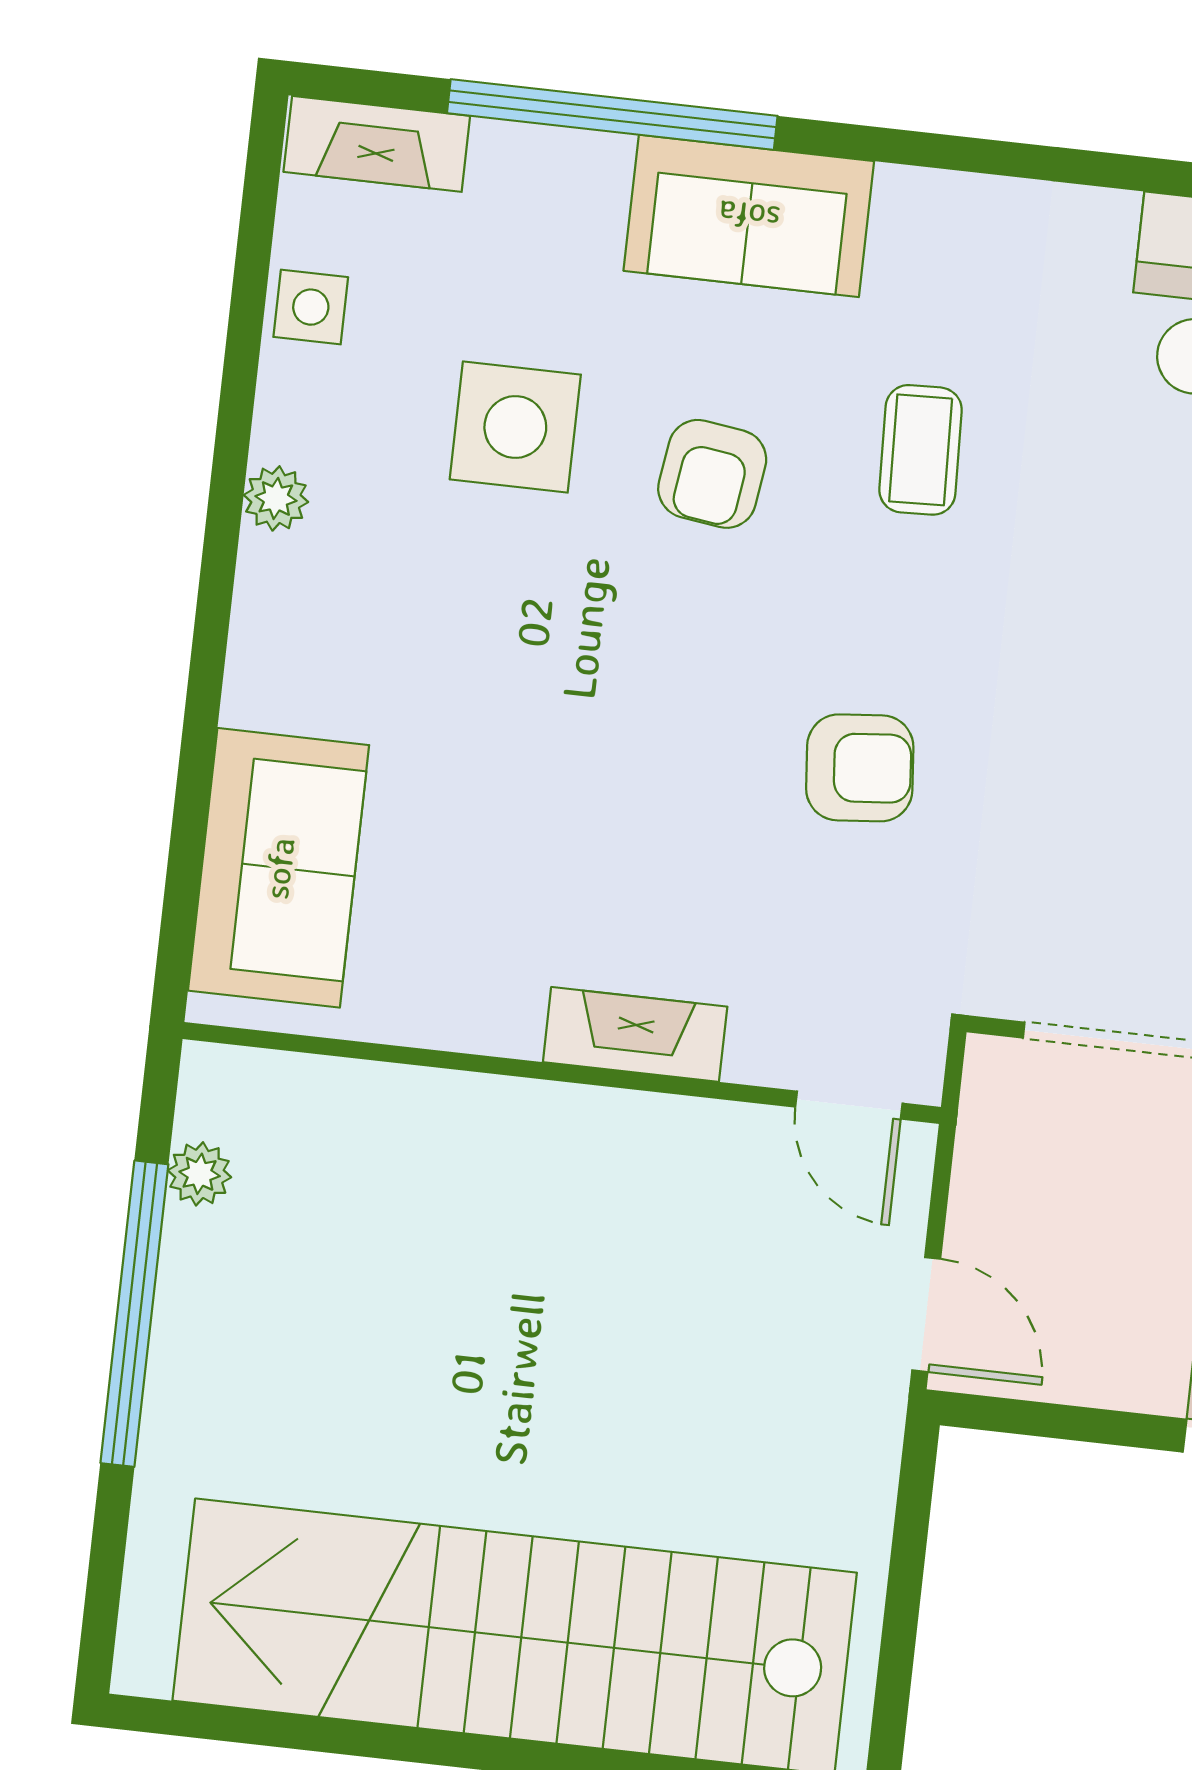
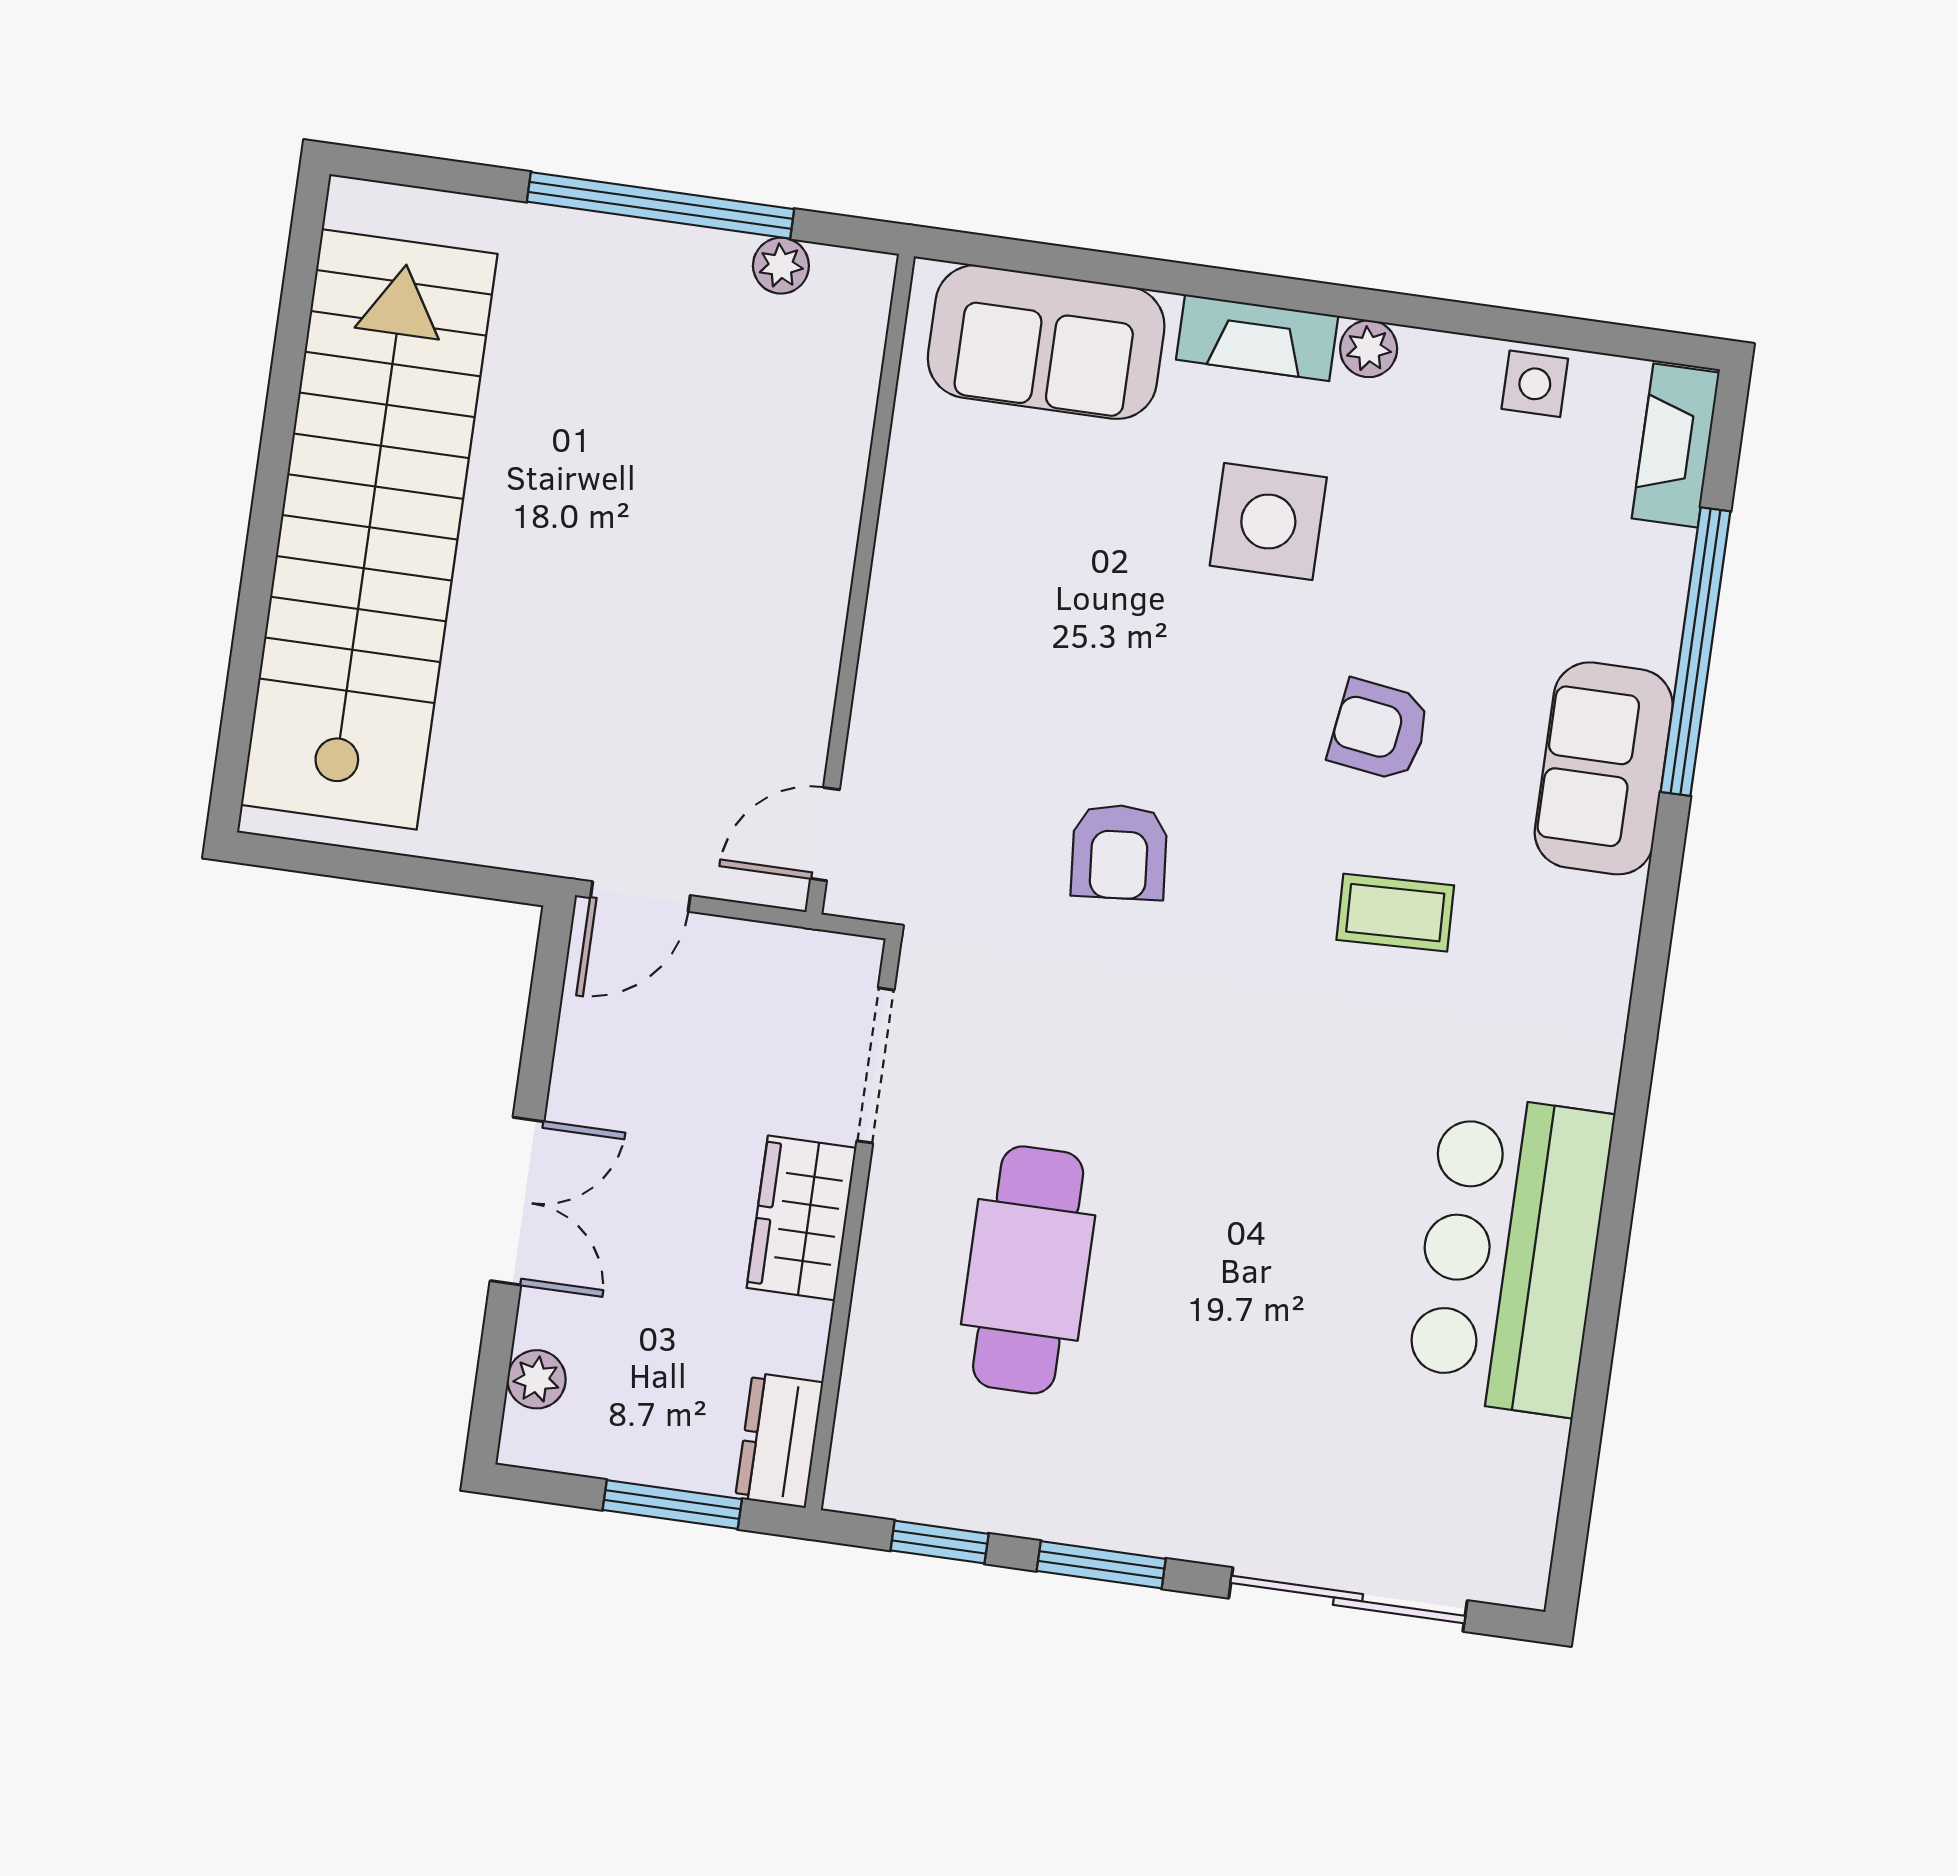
side table: (515, 427) -> (1268, 522), moved
fireplace: (635, 1034) -> (1257, 338), moved, turned 90

